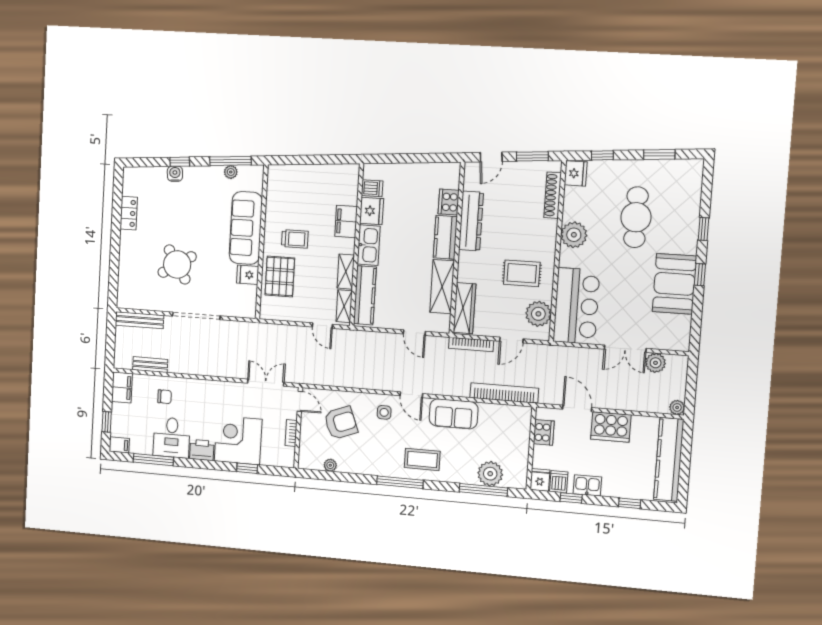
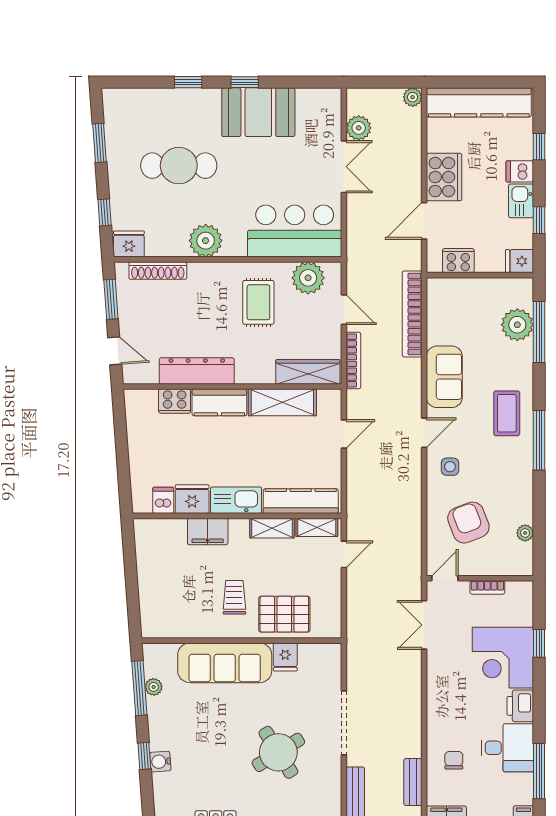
dishwasher: (559, 482) -> (520, 171), moved

